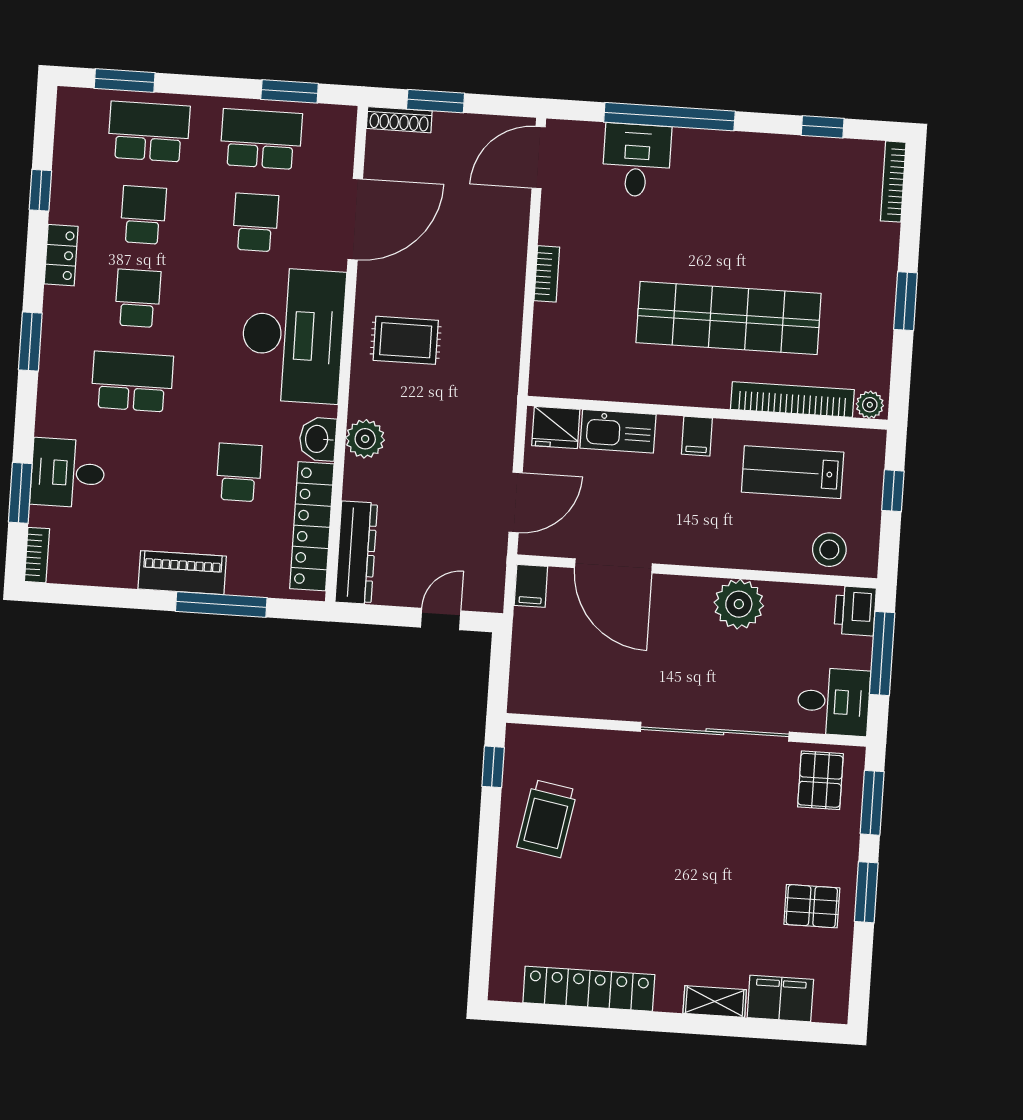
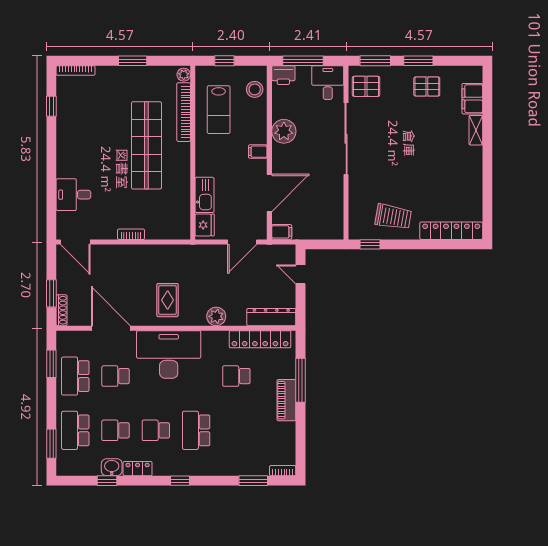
window: (669, 117) -> (51, 180), removed
window: (30, 341) -> (180, 481), width x0.67
filing cabinet: (697, 436) -> (258, 152), moved, turned 180
washbasin: (318, 439) -> (112, 467), moved, turned 180
desk: (68, 473) -> (242, 458), removed
door: (516, 503) -> (242, 242), swing flipped
pallet: (812, 906) -> (427, 87), turned 90
locker: (589, 989) -> (451, 231), moved, turned 90

